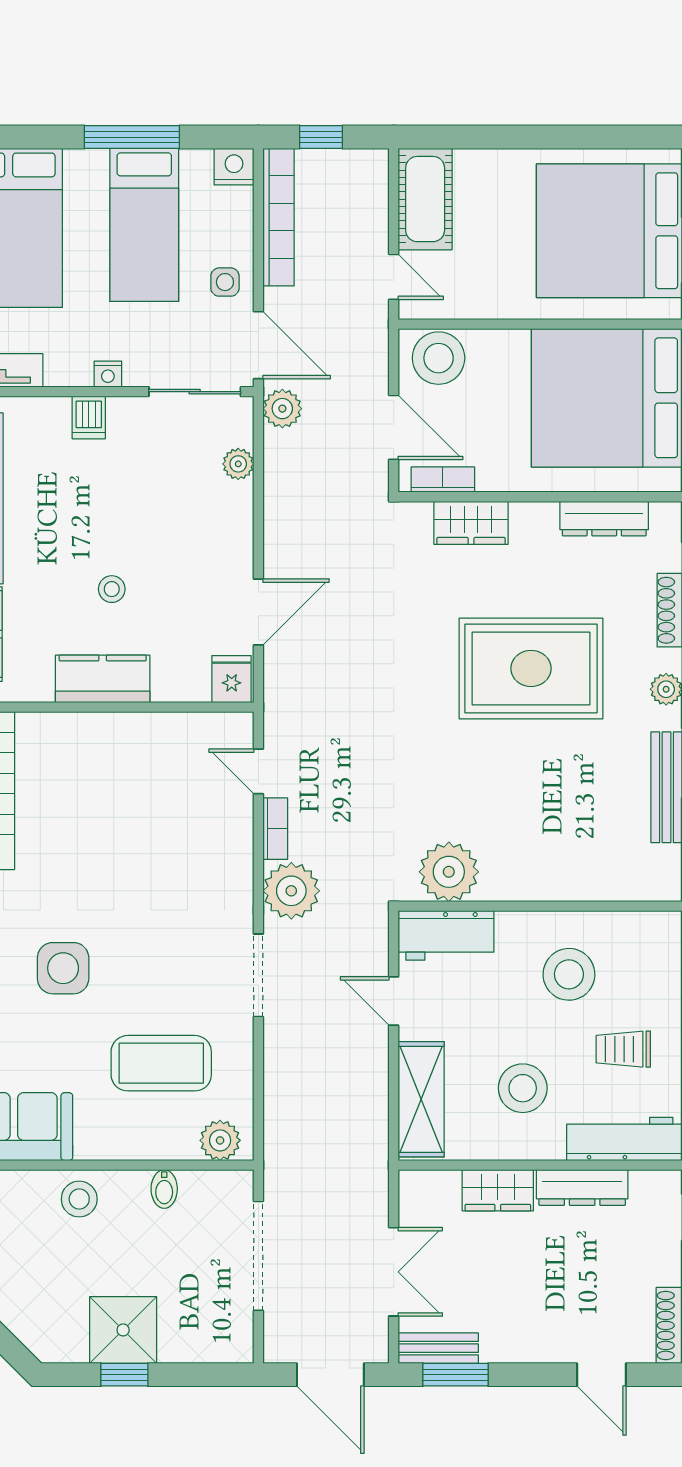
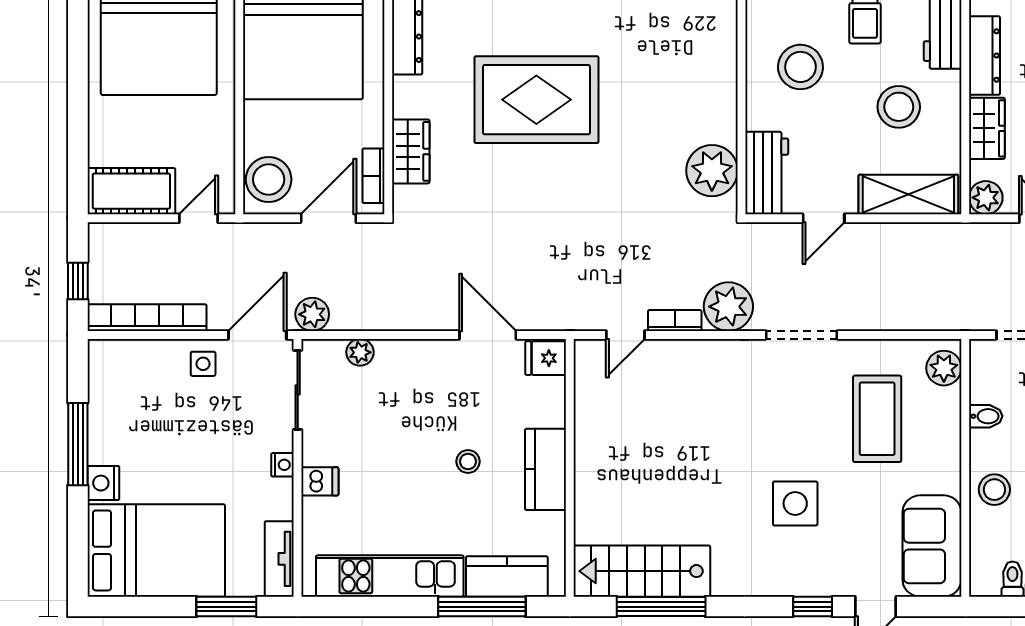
nightstand: (234, 167) -> (103, 483), moved
bed: (144, 225) -> (154, 433), removed
rug: (531, 668) -> (536, 100), turned 90
plant: (417, 1189) -> (986, 198), added

